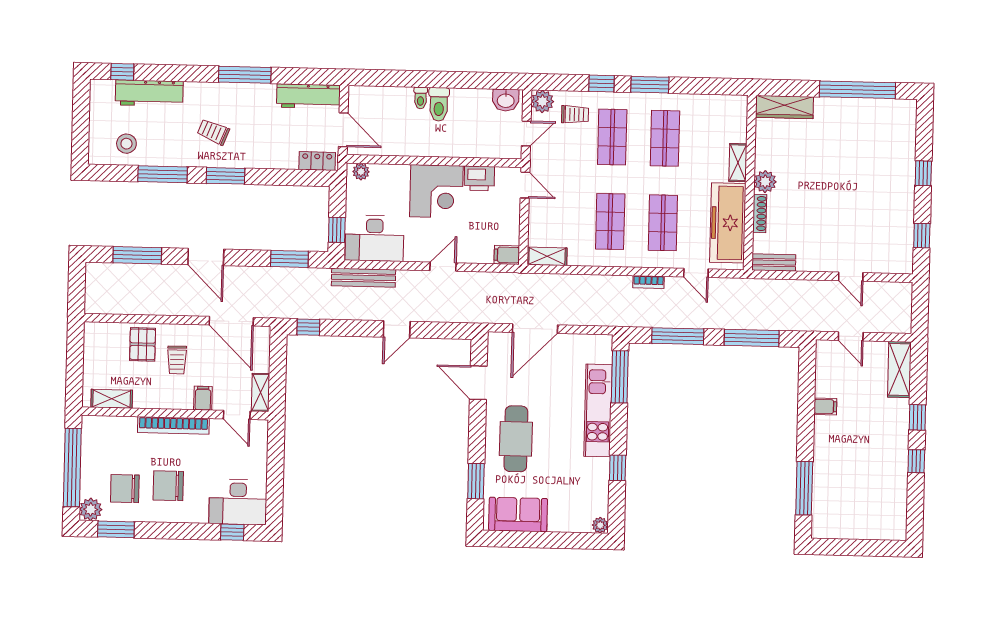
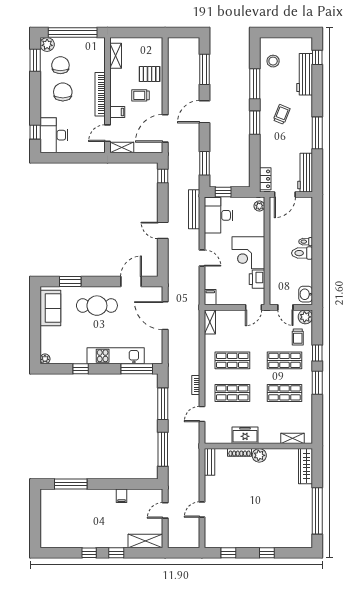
shelving: (738, 163) -> (293, 438), moved
freezer: (728, 223) -> (245, 435), width x0.52, depth x0.79

